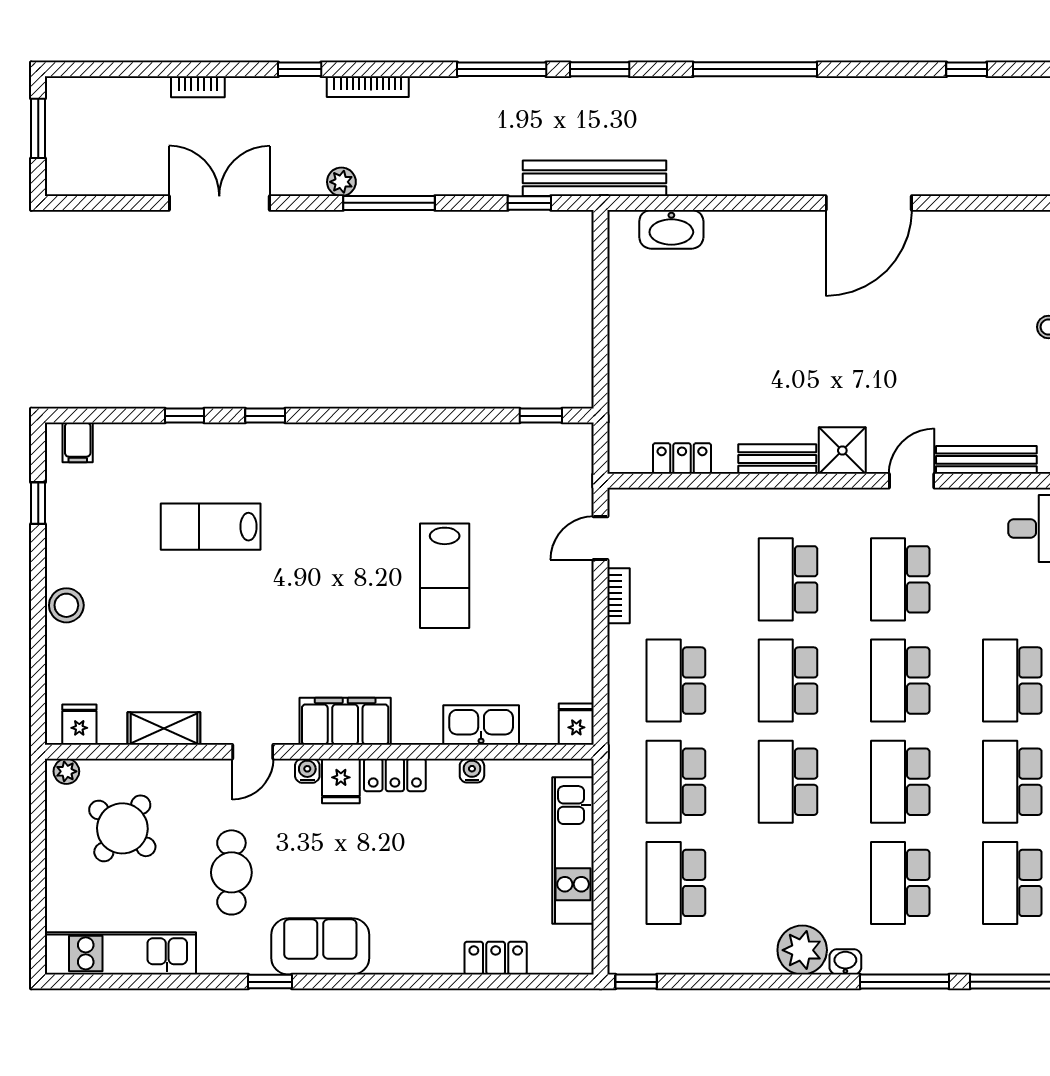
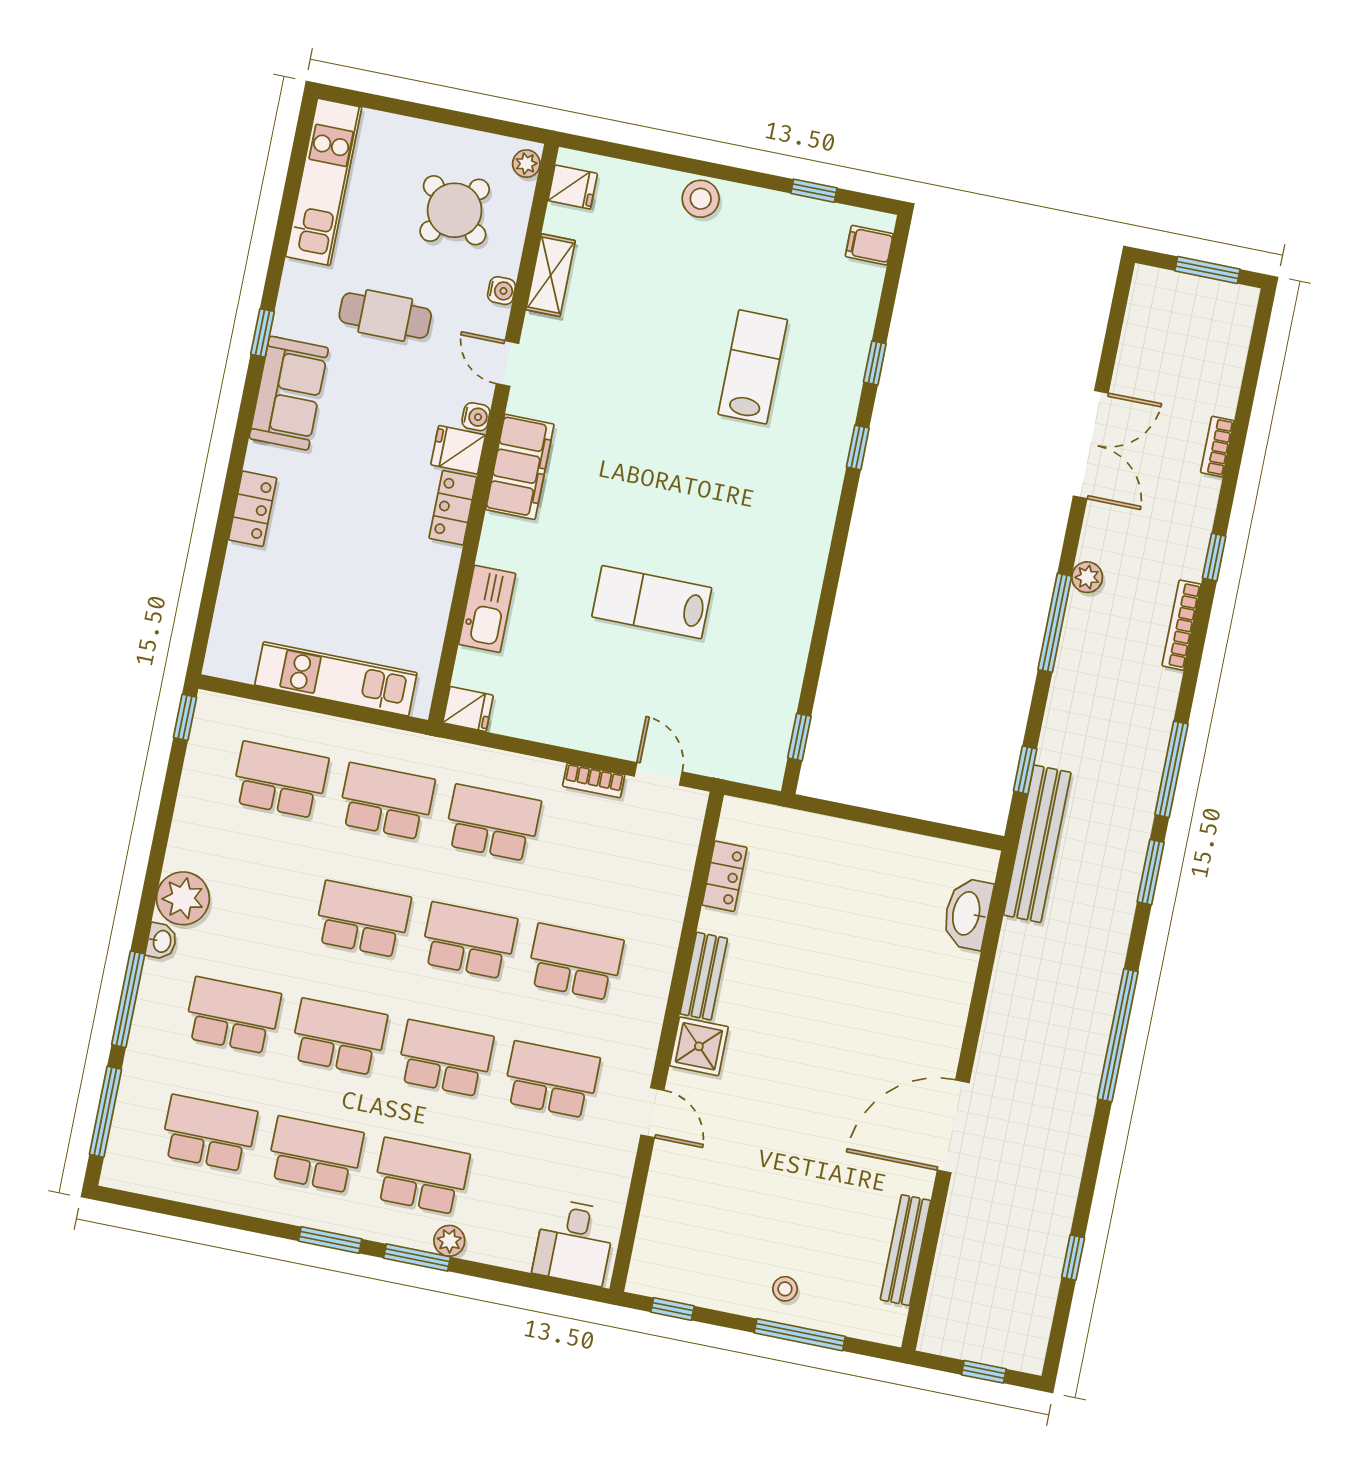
door: (869, 203) -> (953, 1126), hinge flipped
bench: (986, 460) -> (906, 1250), moved
water cooler: (472, 771) -> (501, 291), moved
locker: (496, 958) -> (253, 509), moved

